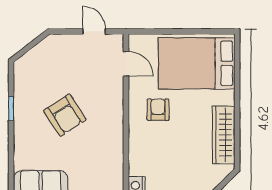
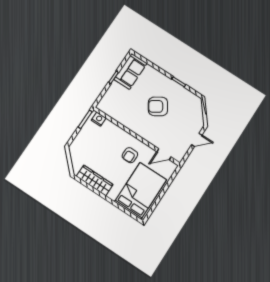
door: (94, 31) -> (197, 140), moved
armchair: (158, 110) -> (130, 155), turned 90

